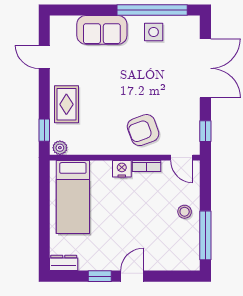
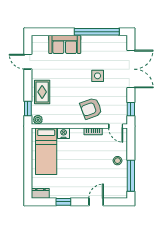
side table: (154, 32) -> (98, 76), moved
nightstand: (122, 169) -> (64, 133), moved
door: (132, 276) -> (96, 202), moved

